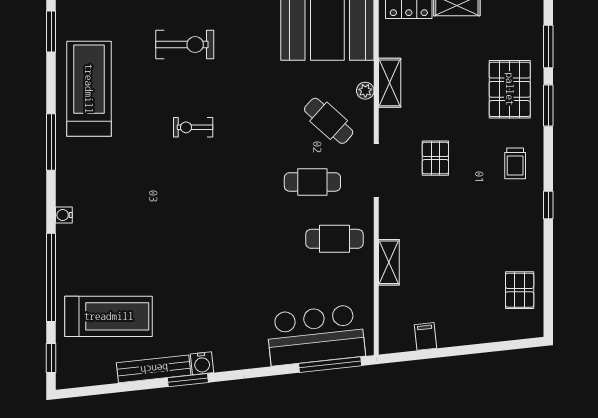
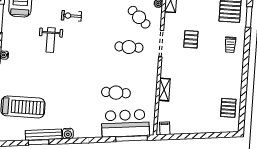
weight bench: (155, 179) -> (51, 40), added
window: (548, 205) -> (245, 66), removed
cafe table: (334, 239) -> (116, 93), moved
filing cabinet: (426, 336) -> (165, 128), moved
window: (188, 380) -> (39, 142), moved

